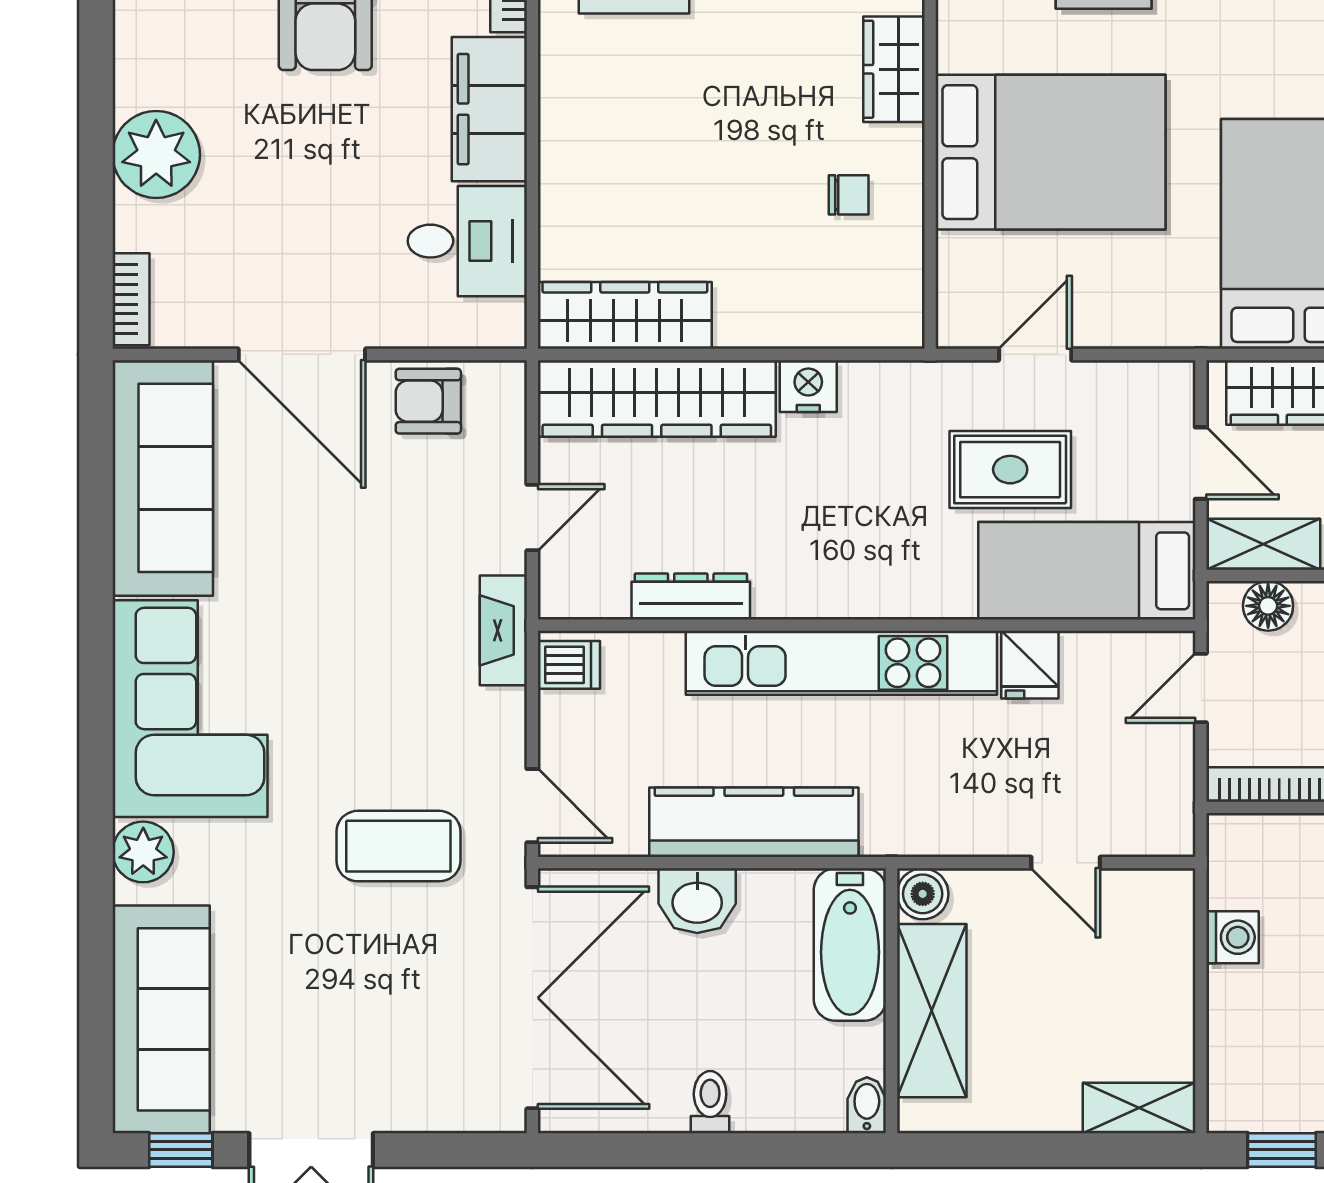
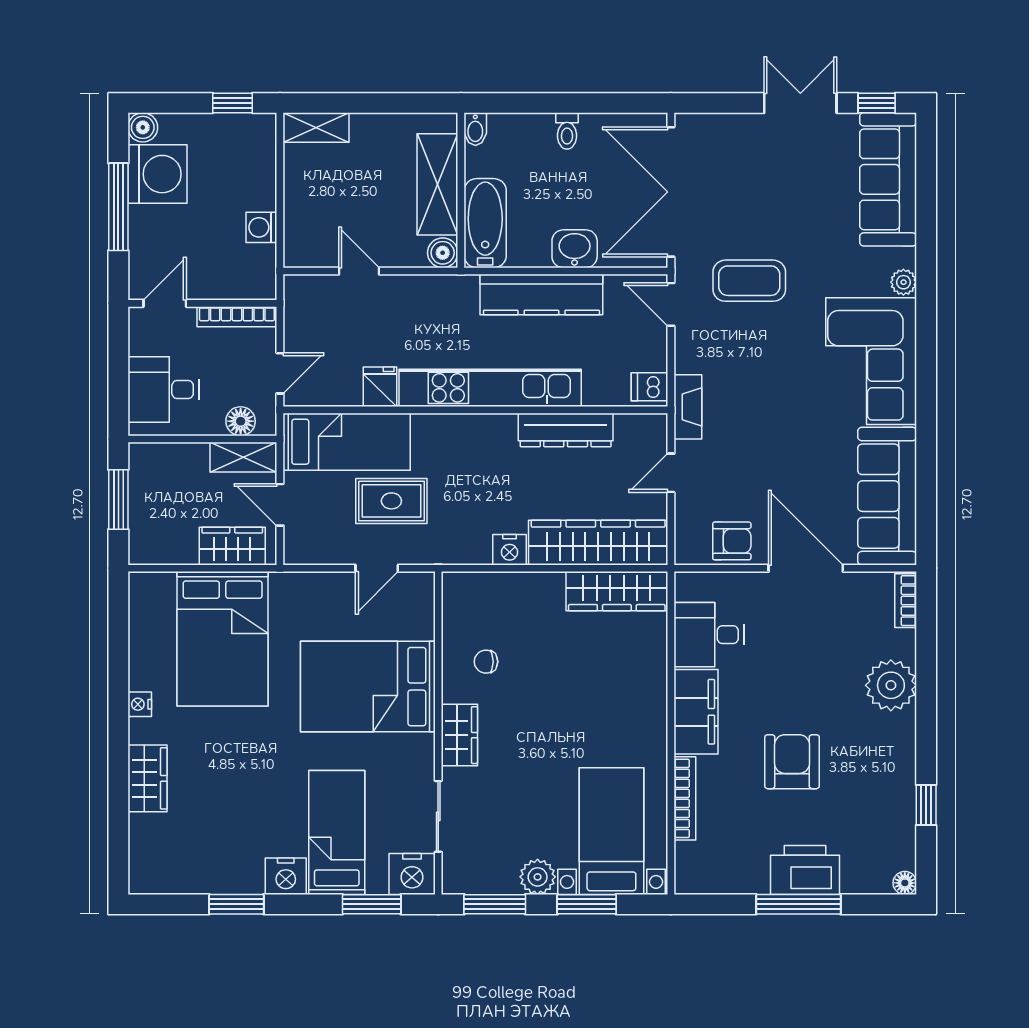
dresser: (691, 597) -> (566, 430), width x1.37, depth x1.24
plant: (143, 852) -> (903, 282), width x0.73, depth x0.73

